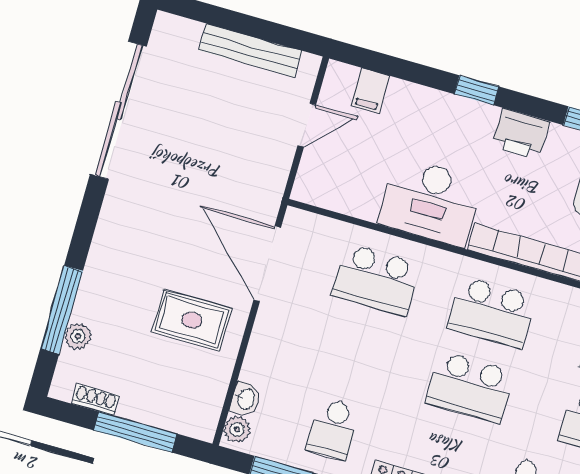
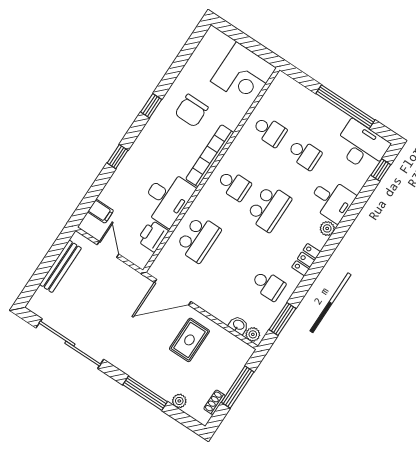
printer: (521, 134) -> (153, 236), moved, turned 180
window: (62, 310) -> (145, 393), moved
school desk: (491, 312) -> (234, 185), width x0.54

